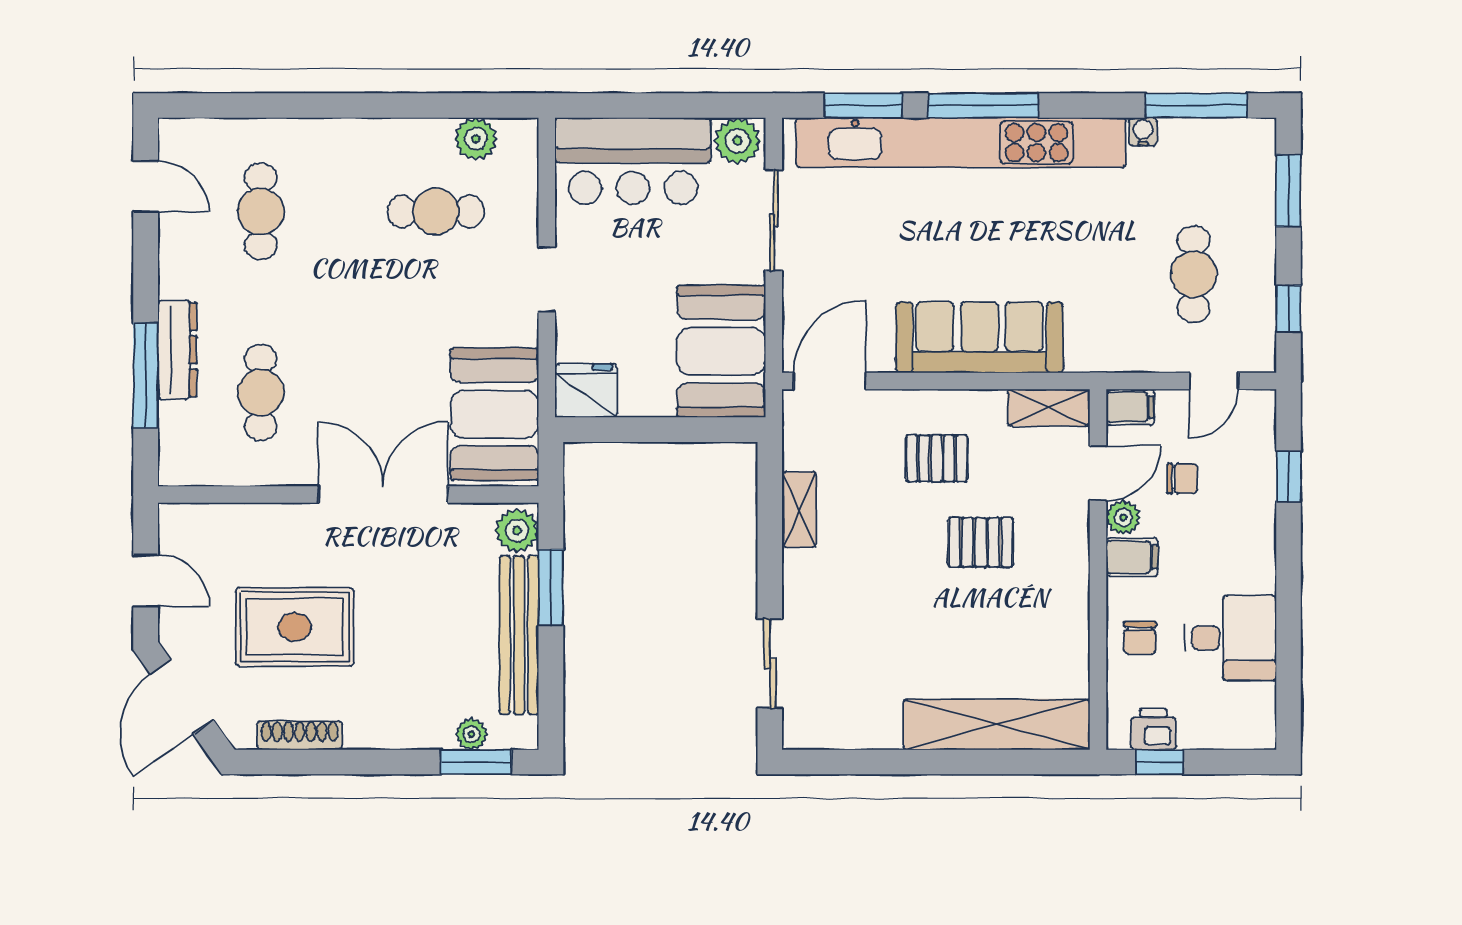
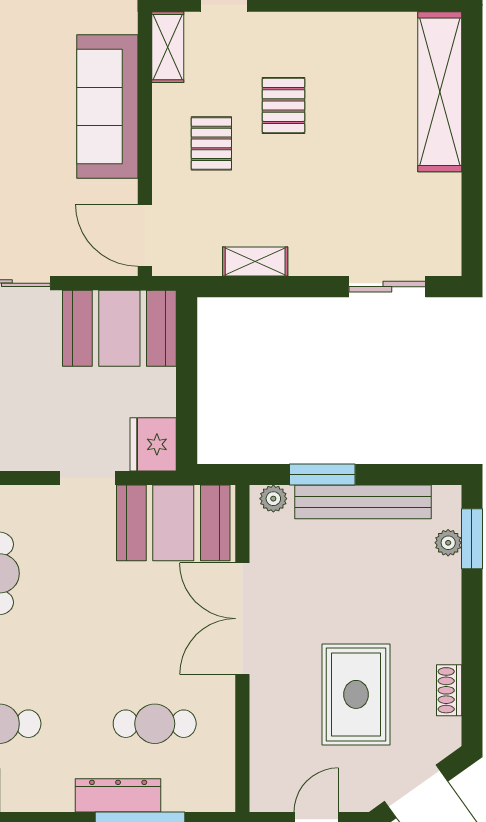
doorway: (547, 279) -> (88, 478), moved
plant: (517, 531) -> (273, 499), width x0.73, depth x0.73
shoe rack: (300, 735) -> (449, 690), width x0.70

